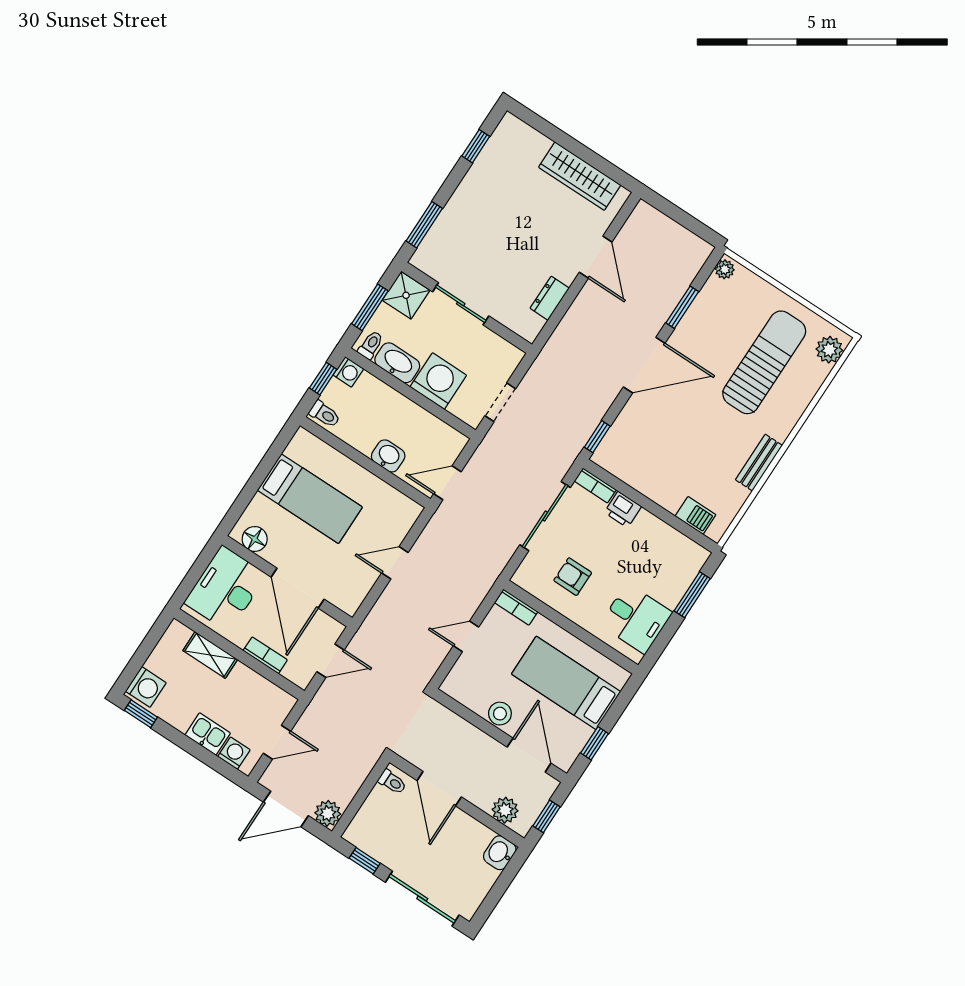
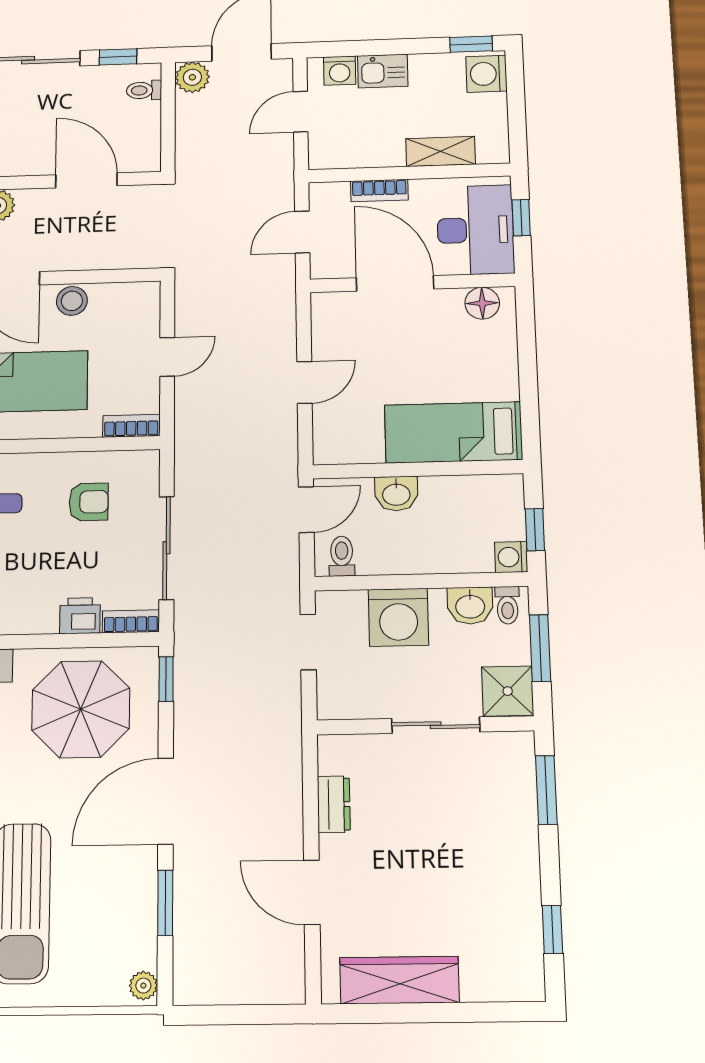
washbasin: (397, 363) -> (470, 606), width x0.72
toilet: (325, 414) -> (342, 556), moved, turned 90
parasol: (658, 453) -> (81, 709), added
bed: (310, 499) -> (453, 432), moved
window: (193, 577) -> (521, 218), added
toilet: (392, 782) -> (144, 90), moved

